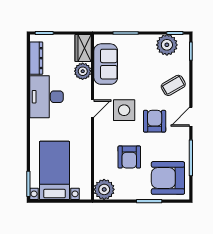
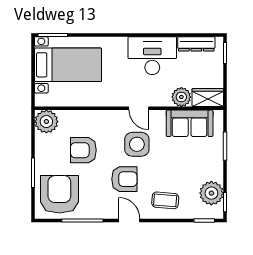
coffee table: (173, 85) -> (165, 200), turned -55

